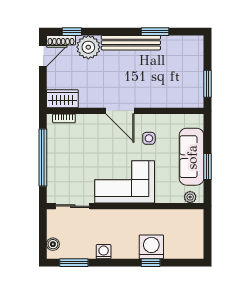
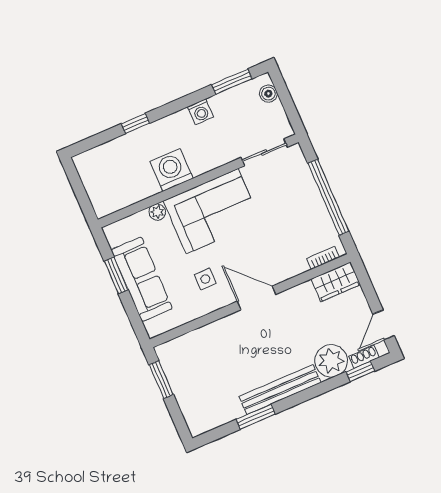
shoe rack: (61, 40) -> (364, 357), width x0.70
plant: (190, 197) -> (157, 212), moved
washing machine: (151, 247) -> (171, 170), moved, turned 180

